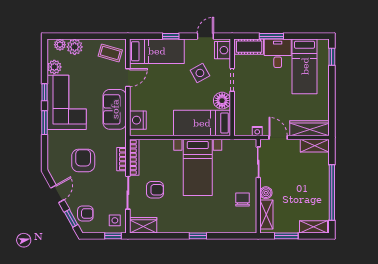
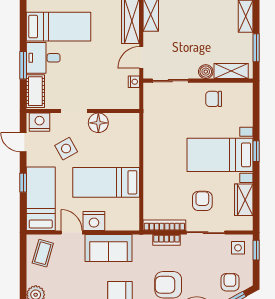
nightstand: (138, 120) -> (94, 221), moved
bed: (202, 123) -> (106, 182), moved, turned 90
bed with nightstands: (198, 167) -> (220, 155), moved, turned 180
wardrobe: (143, 225) -> (244, 200), moved

